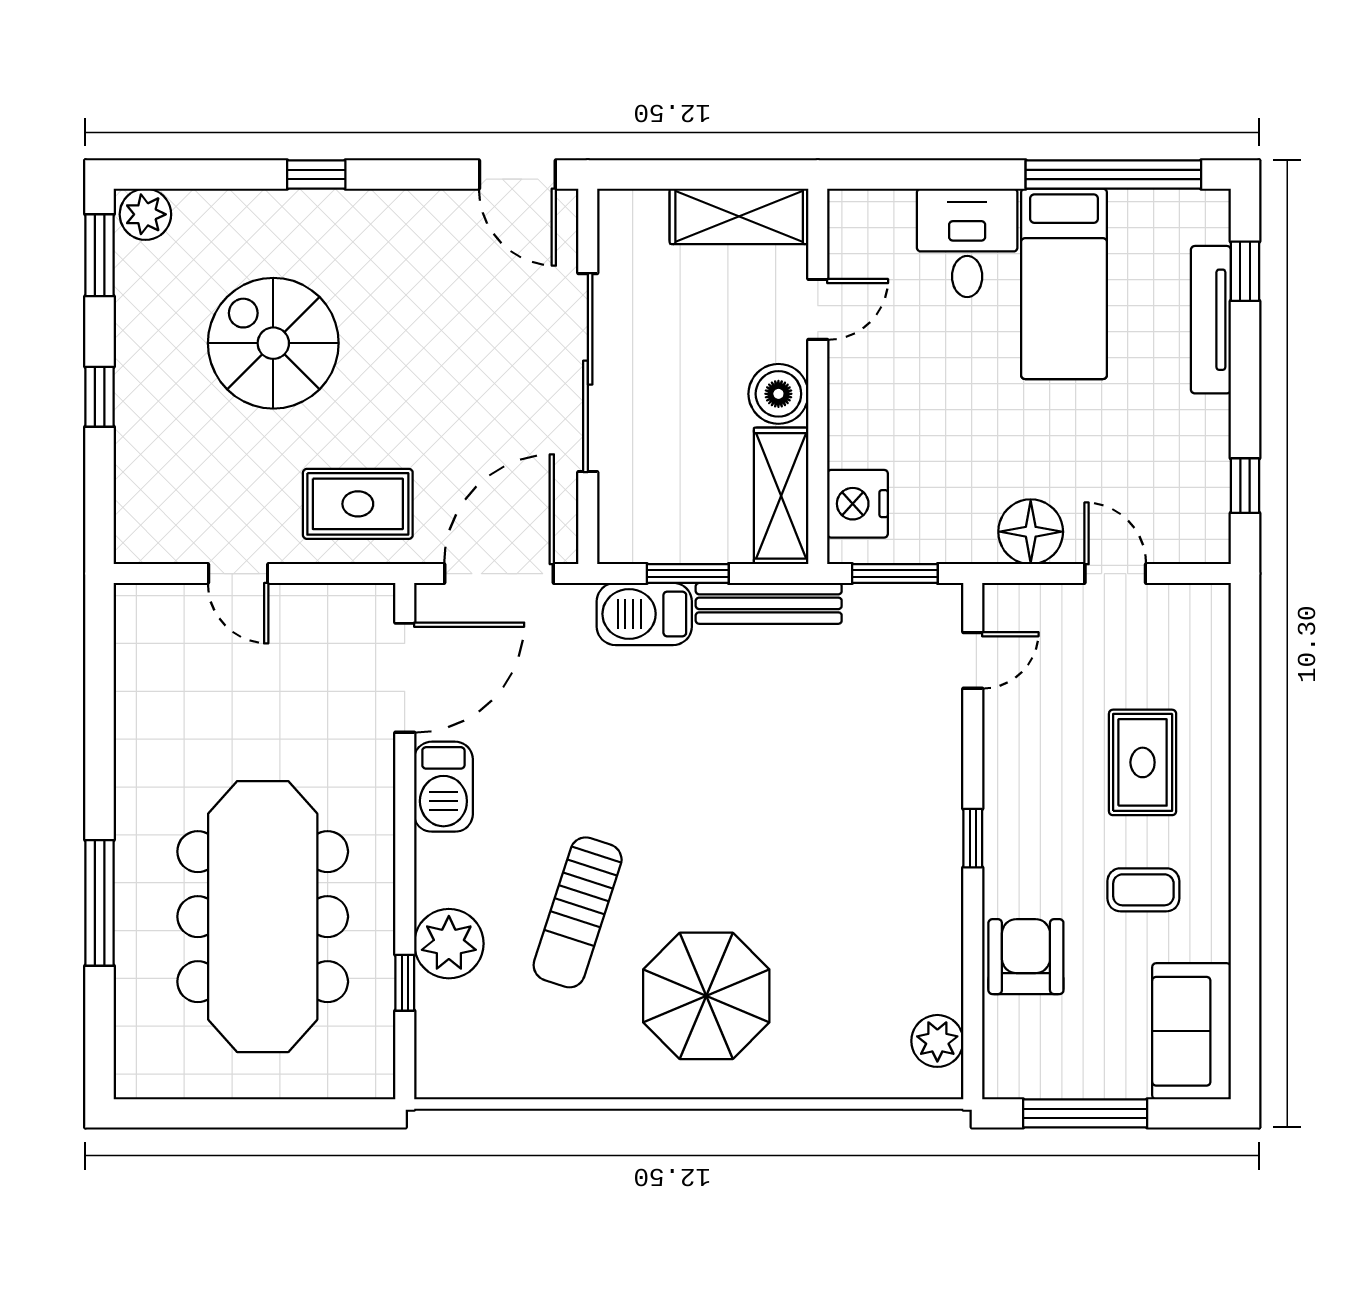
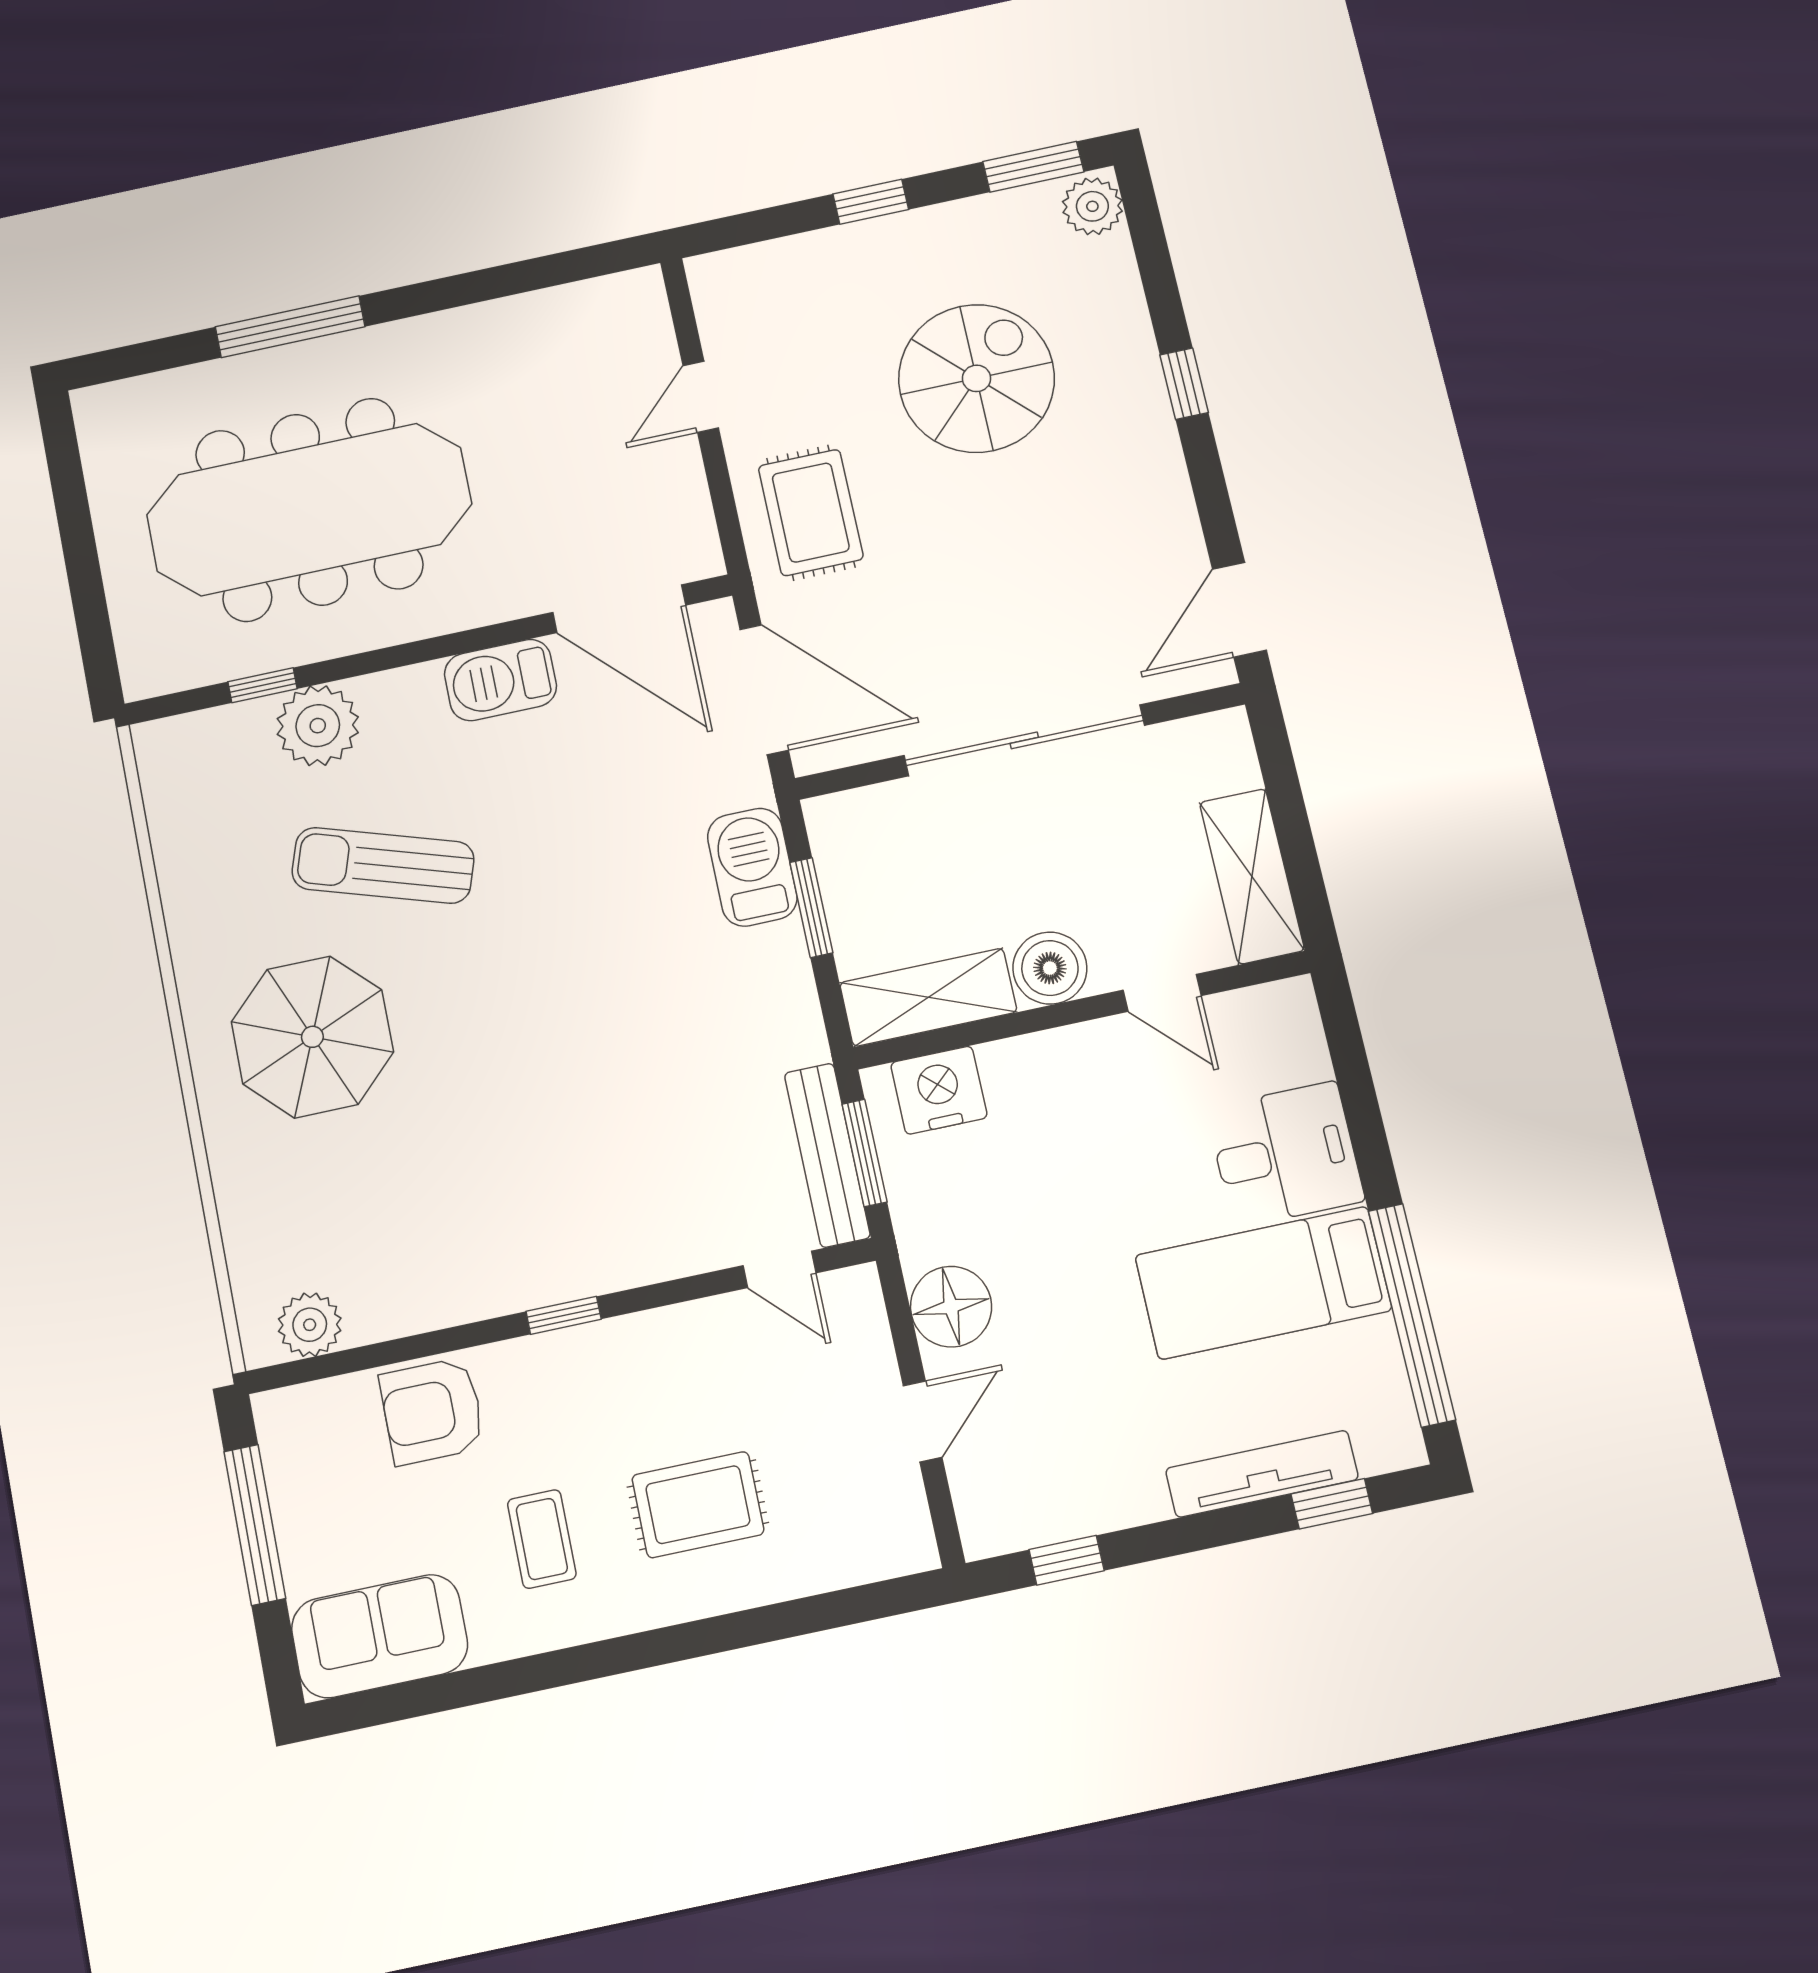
bench: (769, 603) -> (827, 1155), moved
armchair: (1026, 957) -> (432, 1411), turned 180

